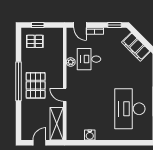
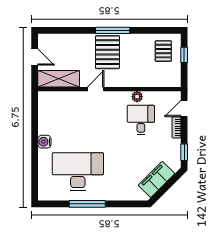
window: (18, 81) -> (113, 30), width x0.68
pallet: (36, 85) -> (108, 52), turned 90
water cooler: (90, 135) -> (44, 142), moved

